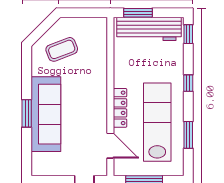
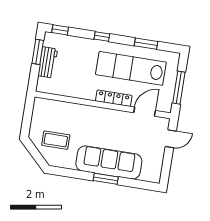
window: (138, 13) -> (38, 52), moved
workbench: (149, 29) -> (48, 62), width x0.53, depth x0.76
coffee table: (62, 49) -> (56, 140), turned -69

